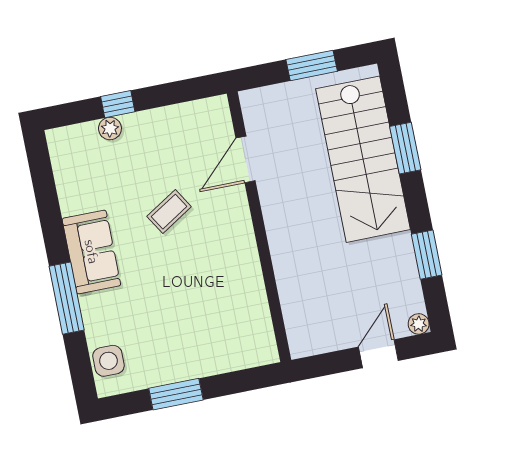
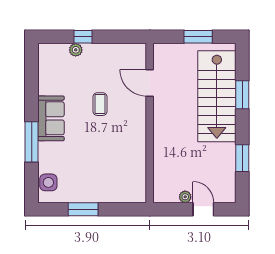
door: (246, 159) -> (150, 83), hinge flipped
coffee table: (169, 212) -> (100, 104), turned -58
plant: (419, 324) -> (185, 197), moved
door: (378, 354) -> (203, 209), hinge flipped

